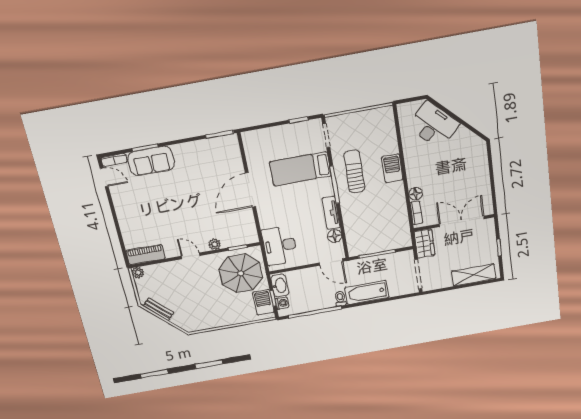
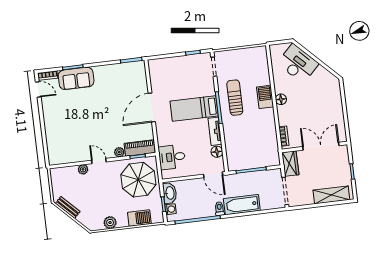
bed: (300, 169) -> (194, 108), moved
floor lamp: (416, 194) -> (281, 99), moved
desk: (280, 246) -> (172, 157), width x0.73
piano: (146, 255) -> (140, 148), moved
plant: (138, 273) -> (83, 169), moved
barbecue: (263, 302) -> (139, 218), moved, turned 90
plant: (211, 322) -> (110, 223), added

